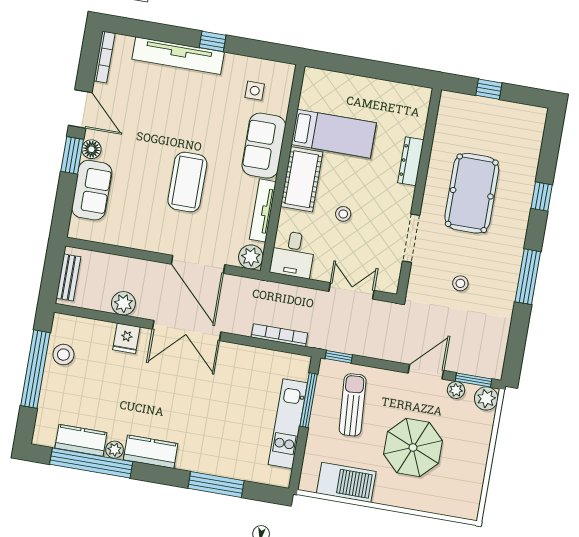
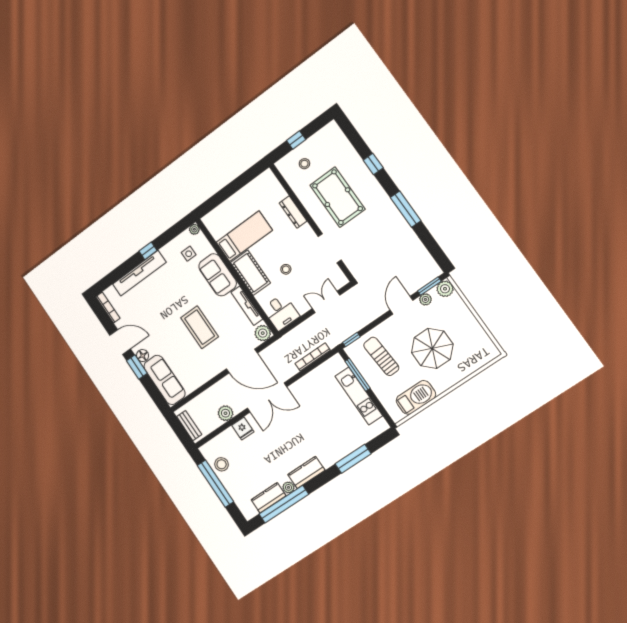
plant: (287, 71) -> (194, 229), added
sofa: (92, 190) -> (164, 380), width x1.36
stool: (460, 283) -> (304, 164), moved

